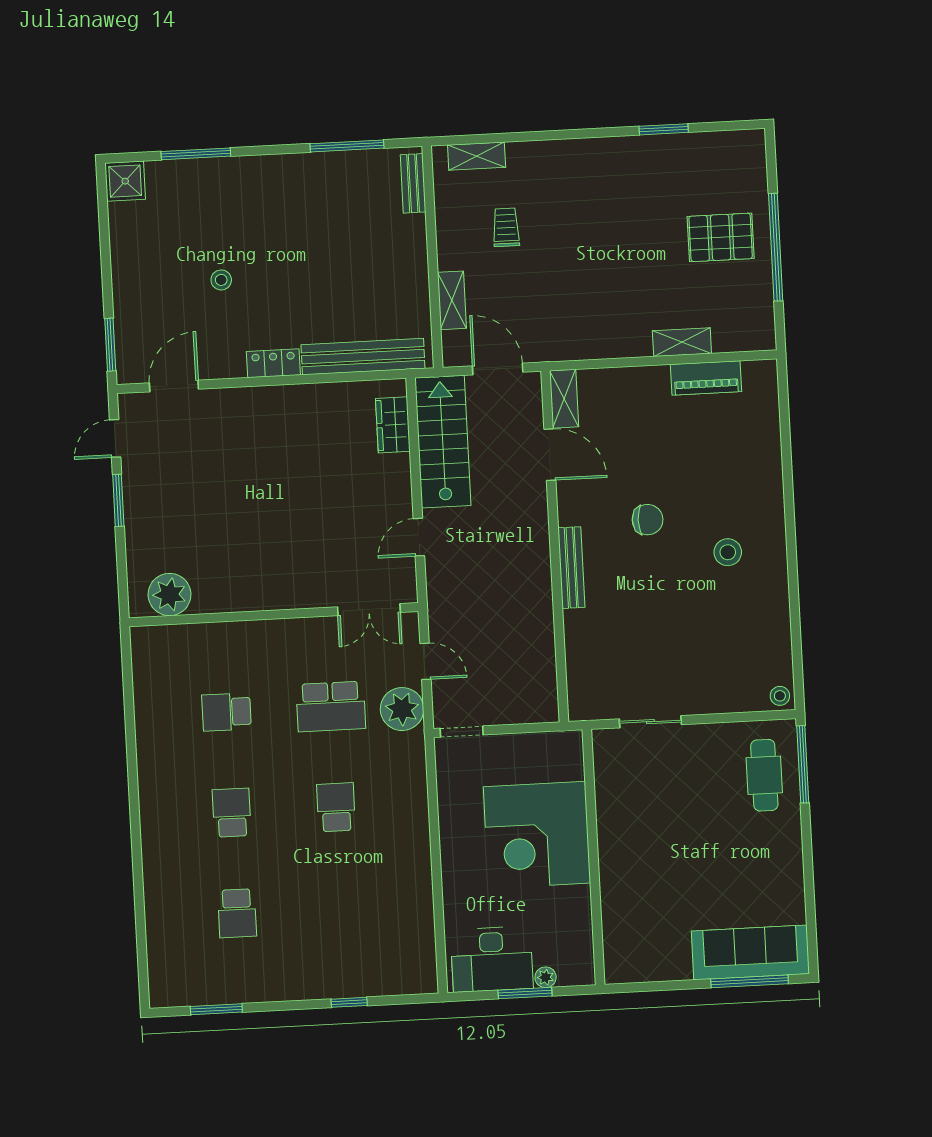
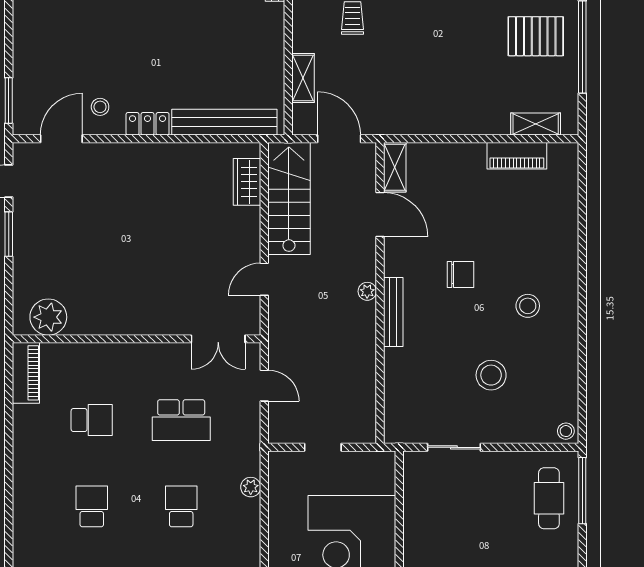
stool: (221, 280) -> (100, 107), moved
shelving: (682, 342) -> (536, 124), moved
plant: (540, 545) -> (367, 291), added
stool: (689, 635) -> (491, 375), added
piano: (147, 661) -> (26, 373), added
plant: (402, 709) -> (251, 487), moved, width x0.53, depth x0.53
school desk: (226, 712) -> (92, 420), turned 180
doorway: (462, 732) -> (323, 447), moved

